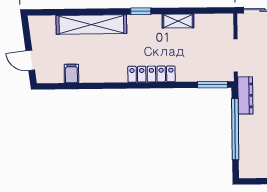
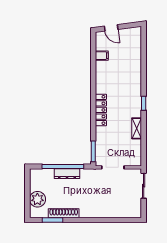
shelving: (91, 25) -> (135, 69), removed
door: (30, 60) -> (111, 28), swing flipped
dresser: (245, 95) -> (67, 174), moved

